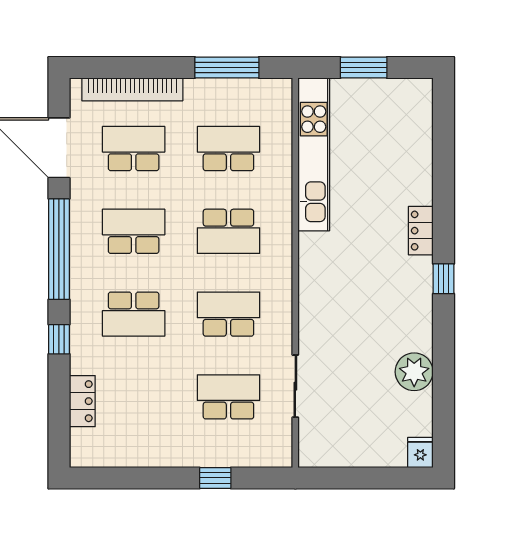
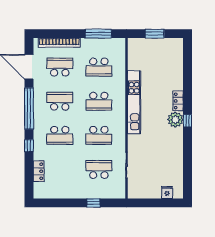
school desk: (228, 149) -> (99, 67), turned 180
kitchen unit: (314, 154) -> (134, 102), moved
school desk: (228, 314) -> (99, 135), turned 180
plant: (414, 372) -> (175, 120), moved
fridge: (420, 452) -> (167, 192), moved

